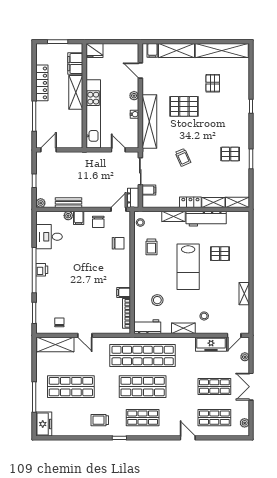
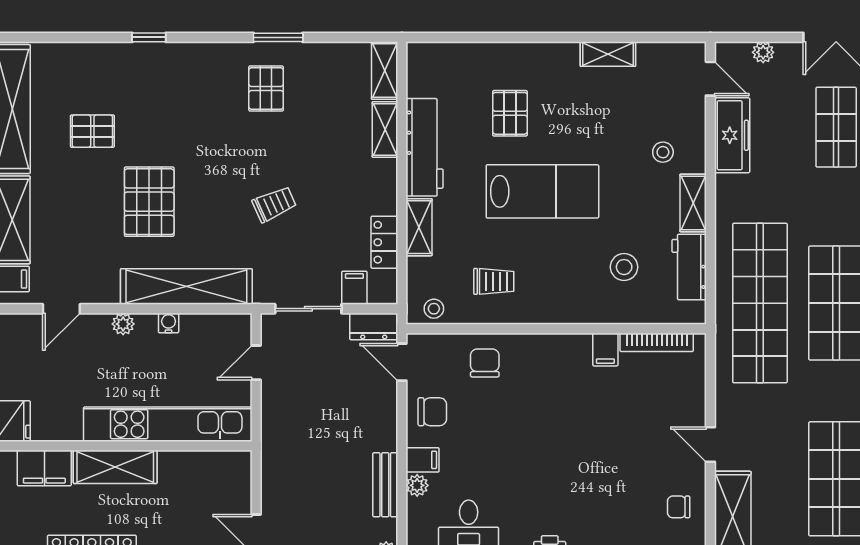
locker: (190, 202) -> (384, 242), moved
workbench: (147, 327) -> (689, 267), moved
door: (85, 335) -> (710, 444), swing flipped

